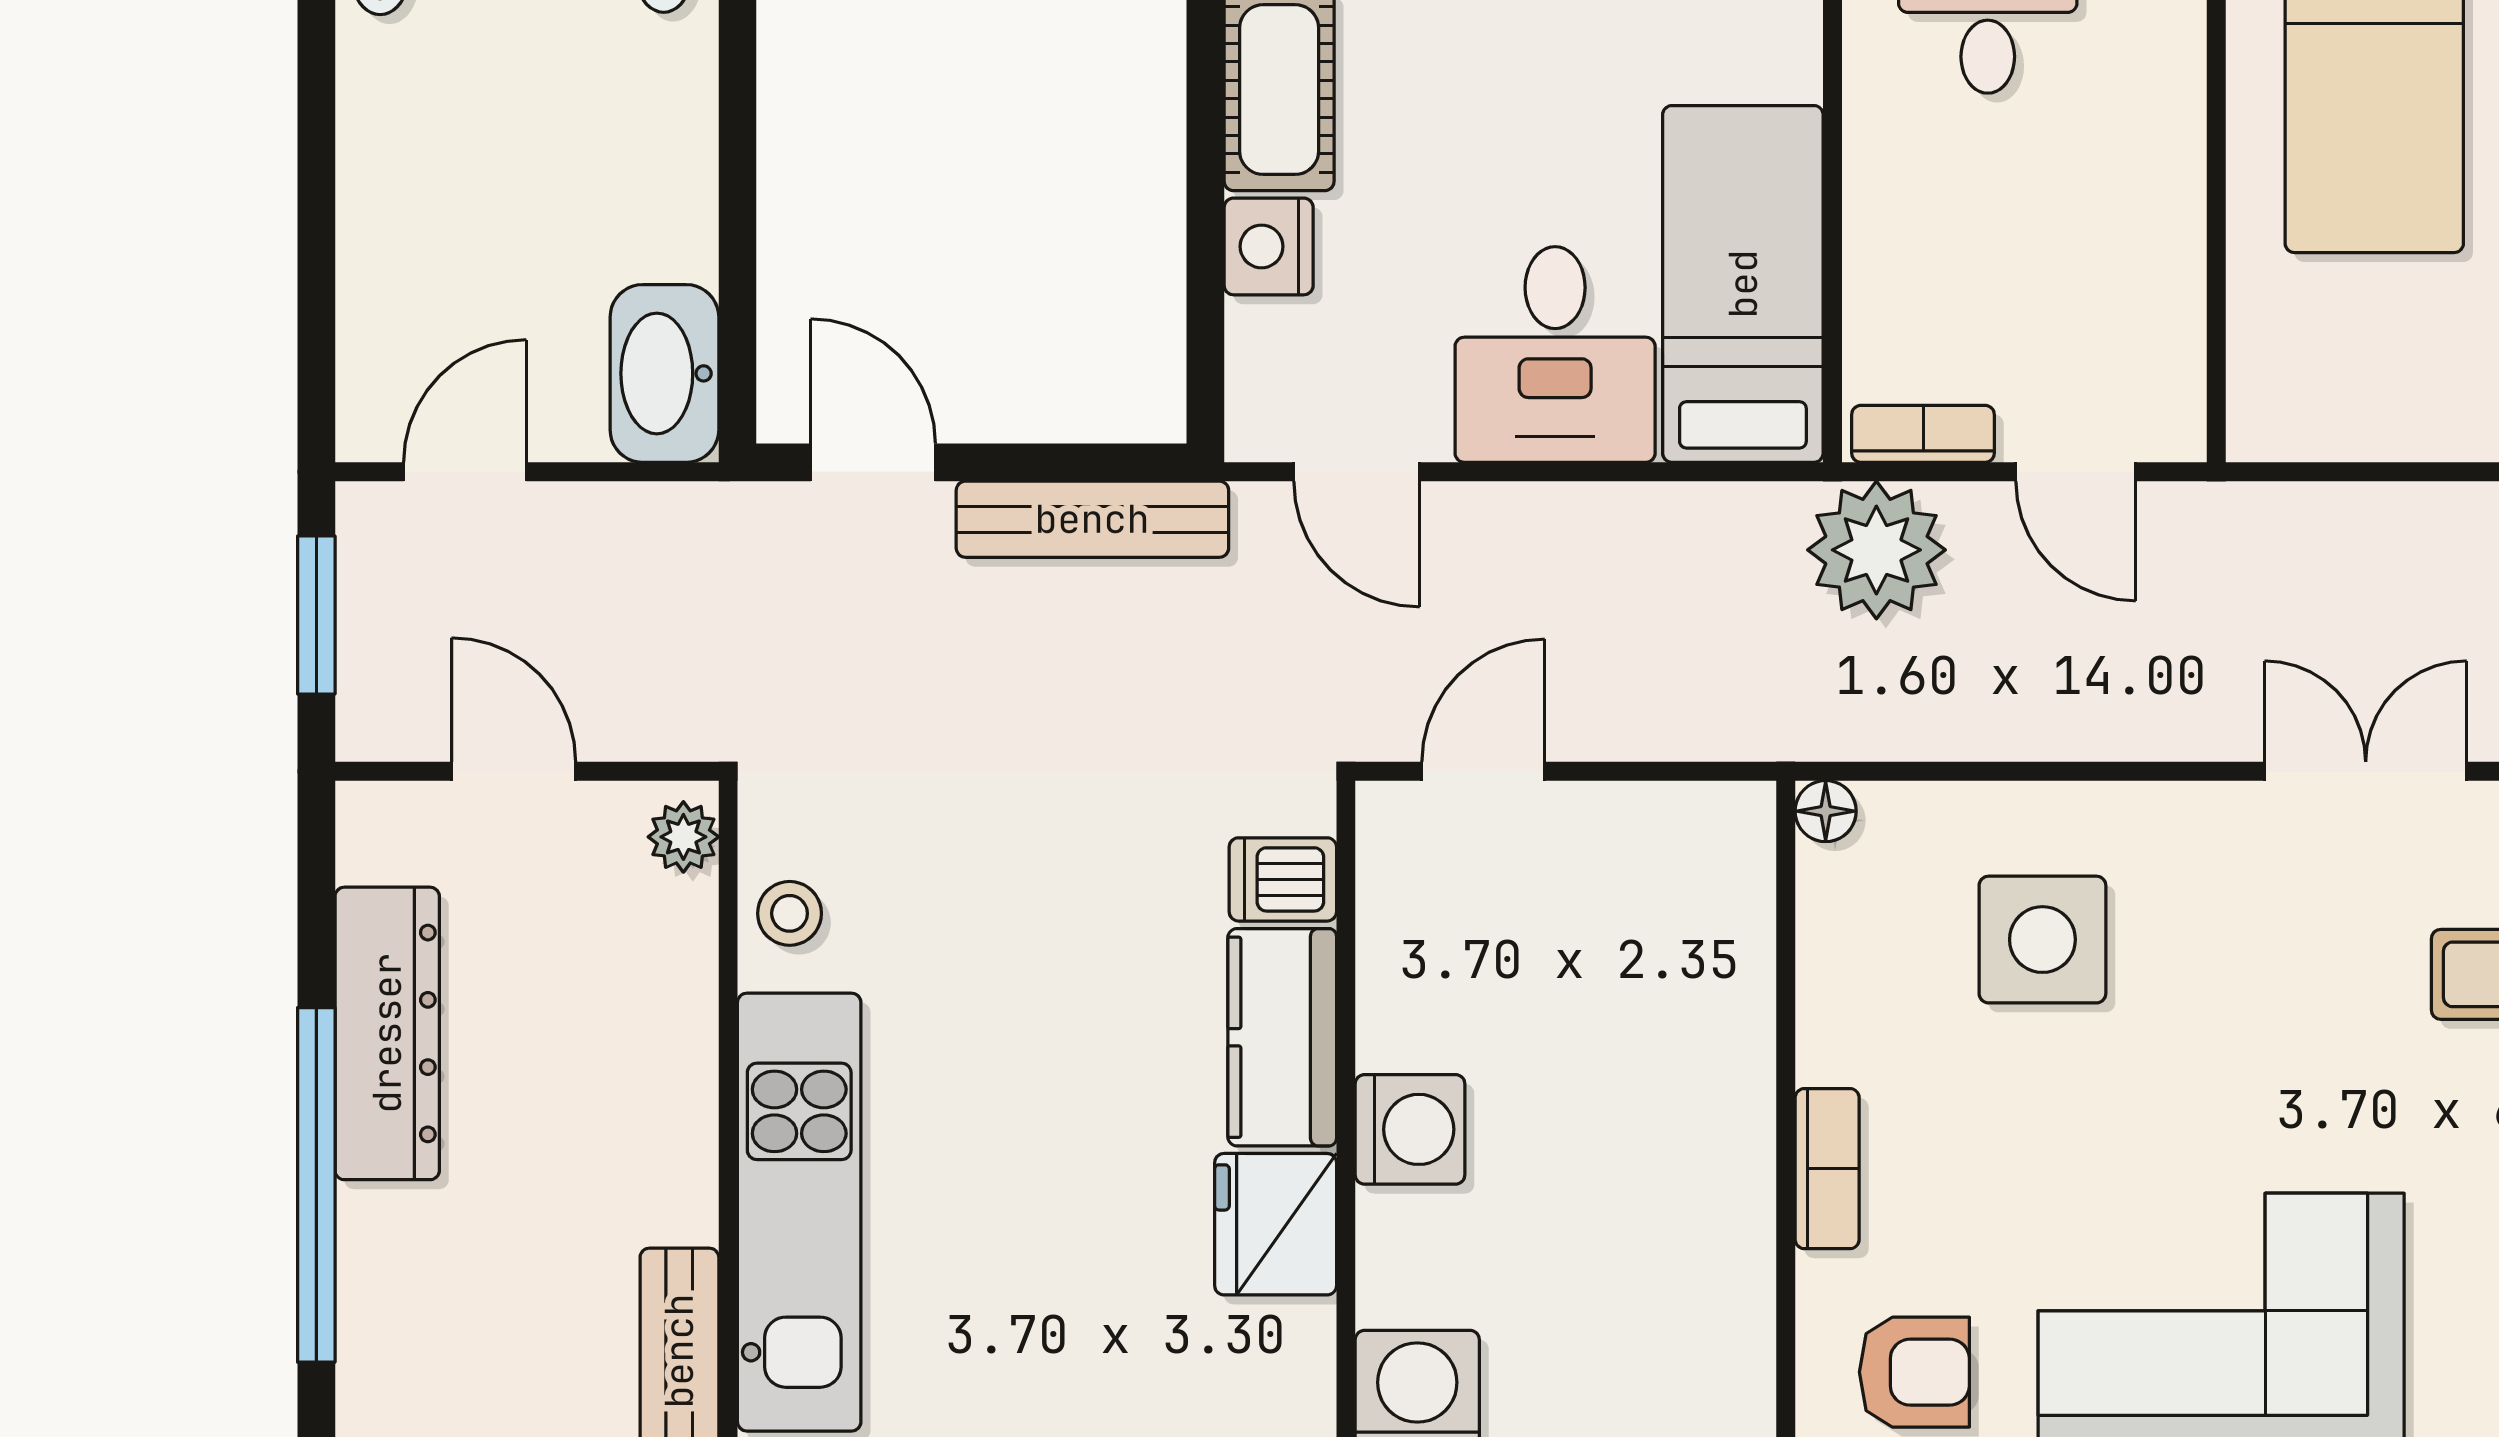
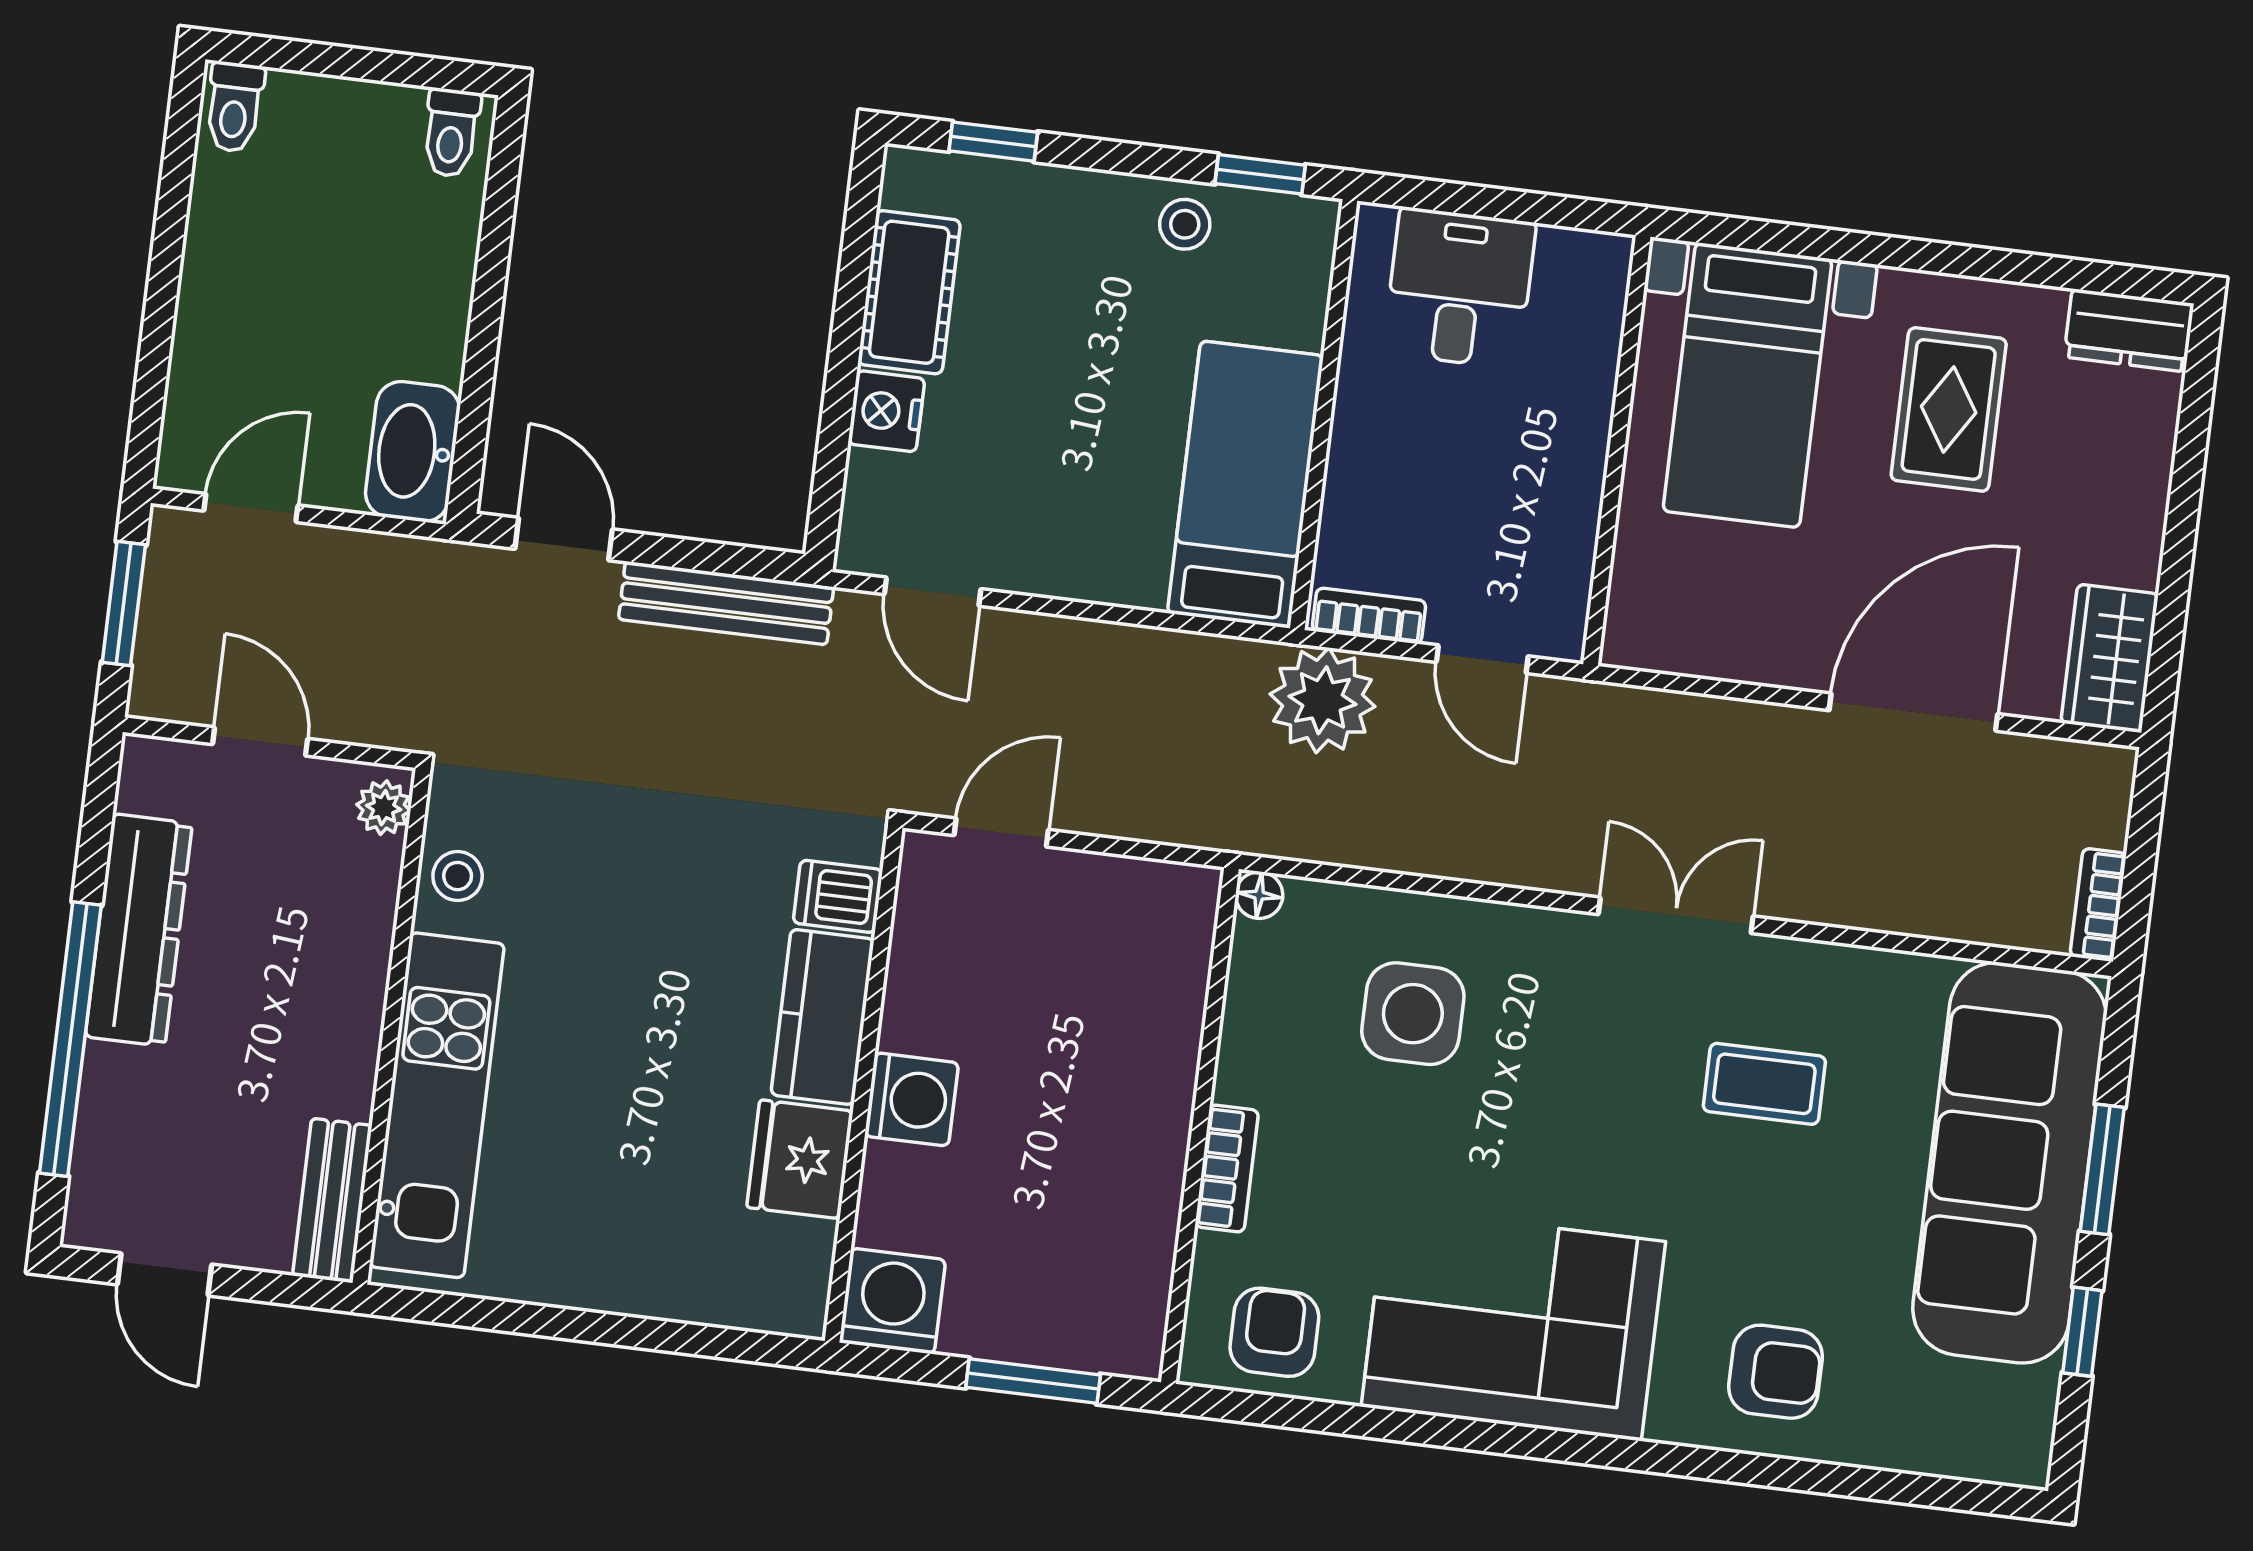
desk: (1555, 354) -> (1095, 521), removed
armchair: (1914, 1372) -> (1274, 1332), turned -90

